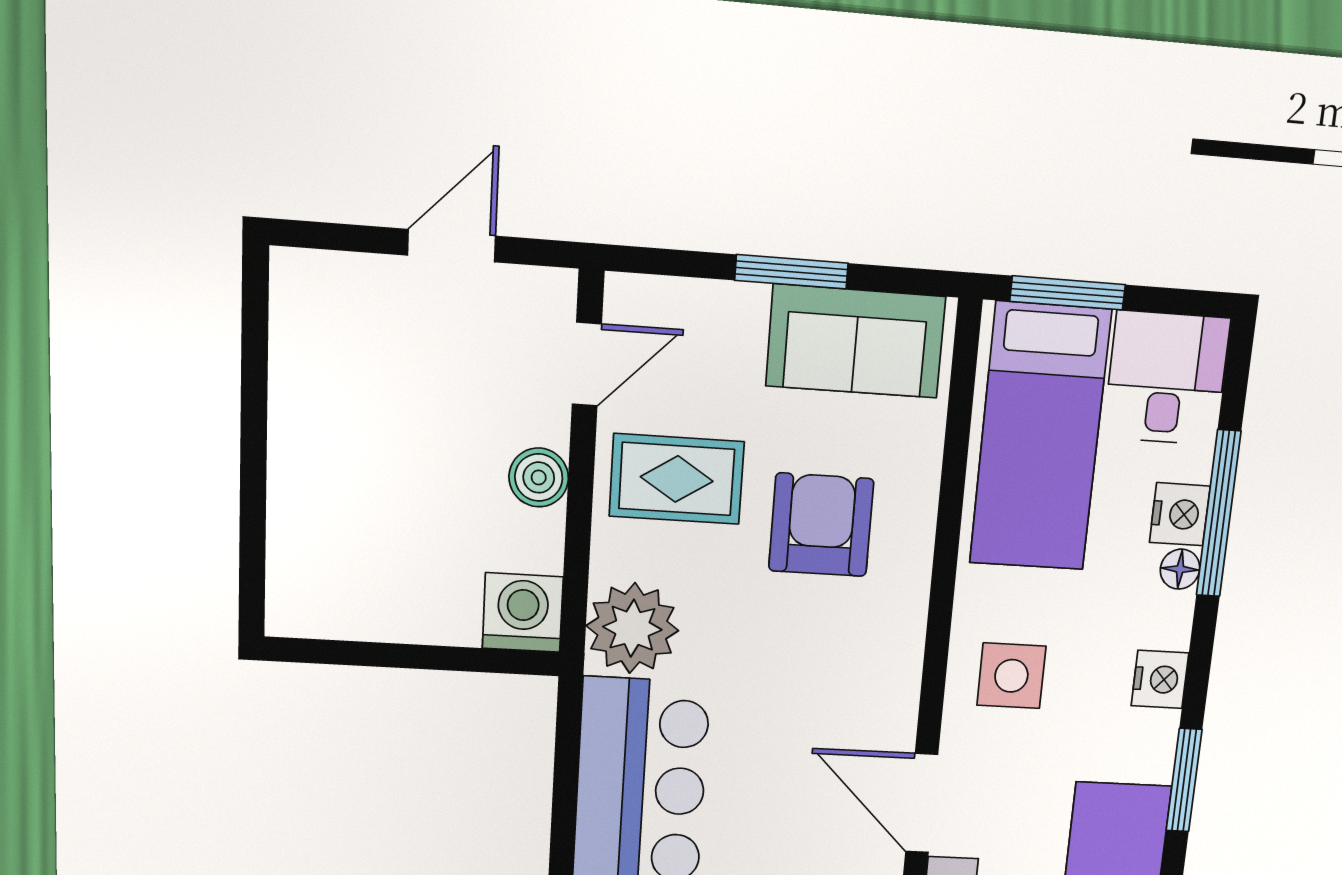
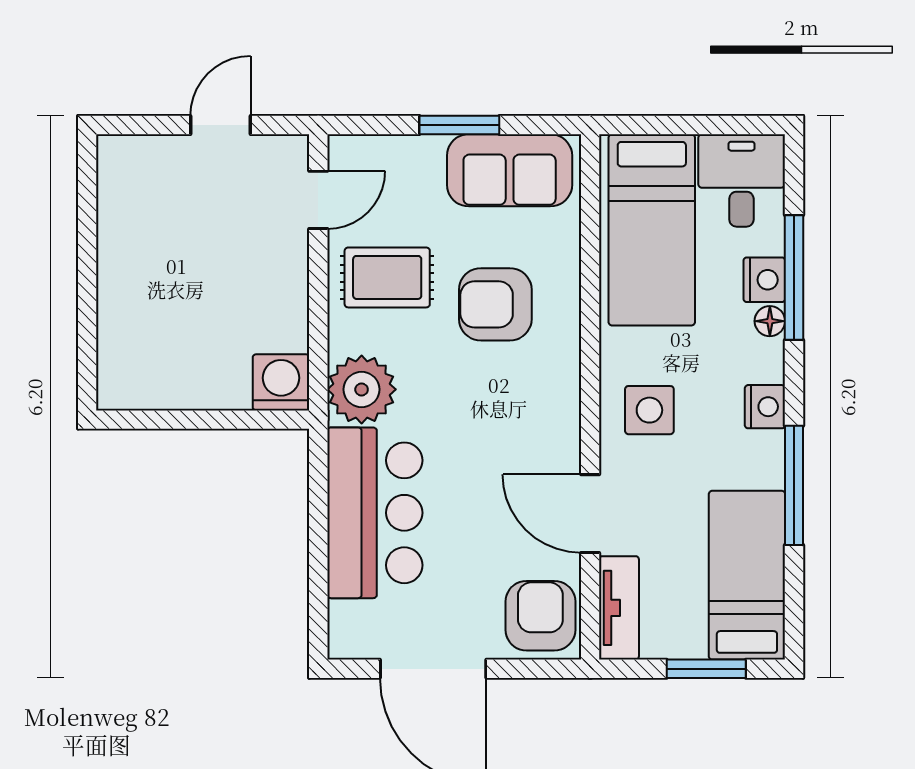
window: (1068, 293) -> (661, 125), removed
boiler: (539, 477) -> (288, 283), removed
armchair: (821, 525) -> (495, 304), turned -90
window: (1184, 780) -> (794, 485), width x1.44

